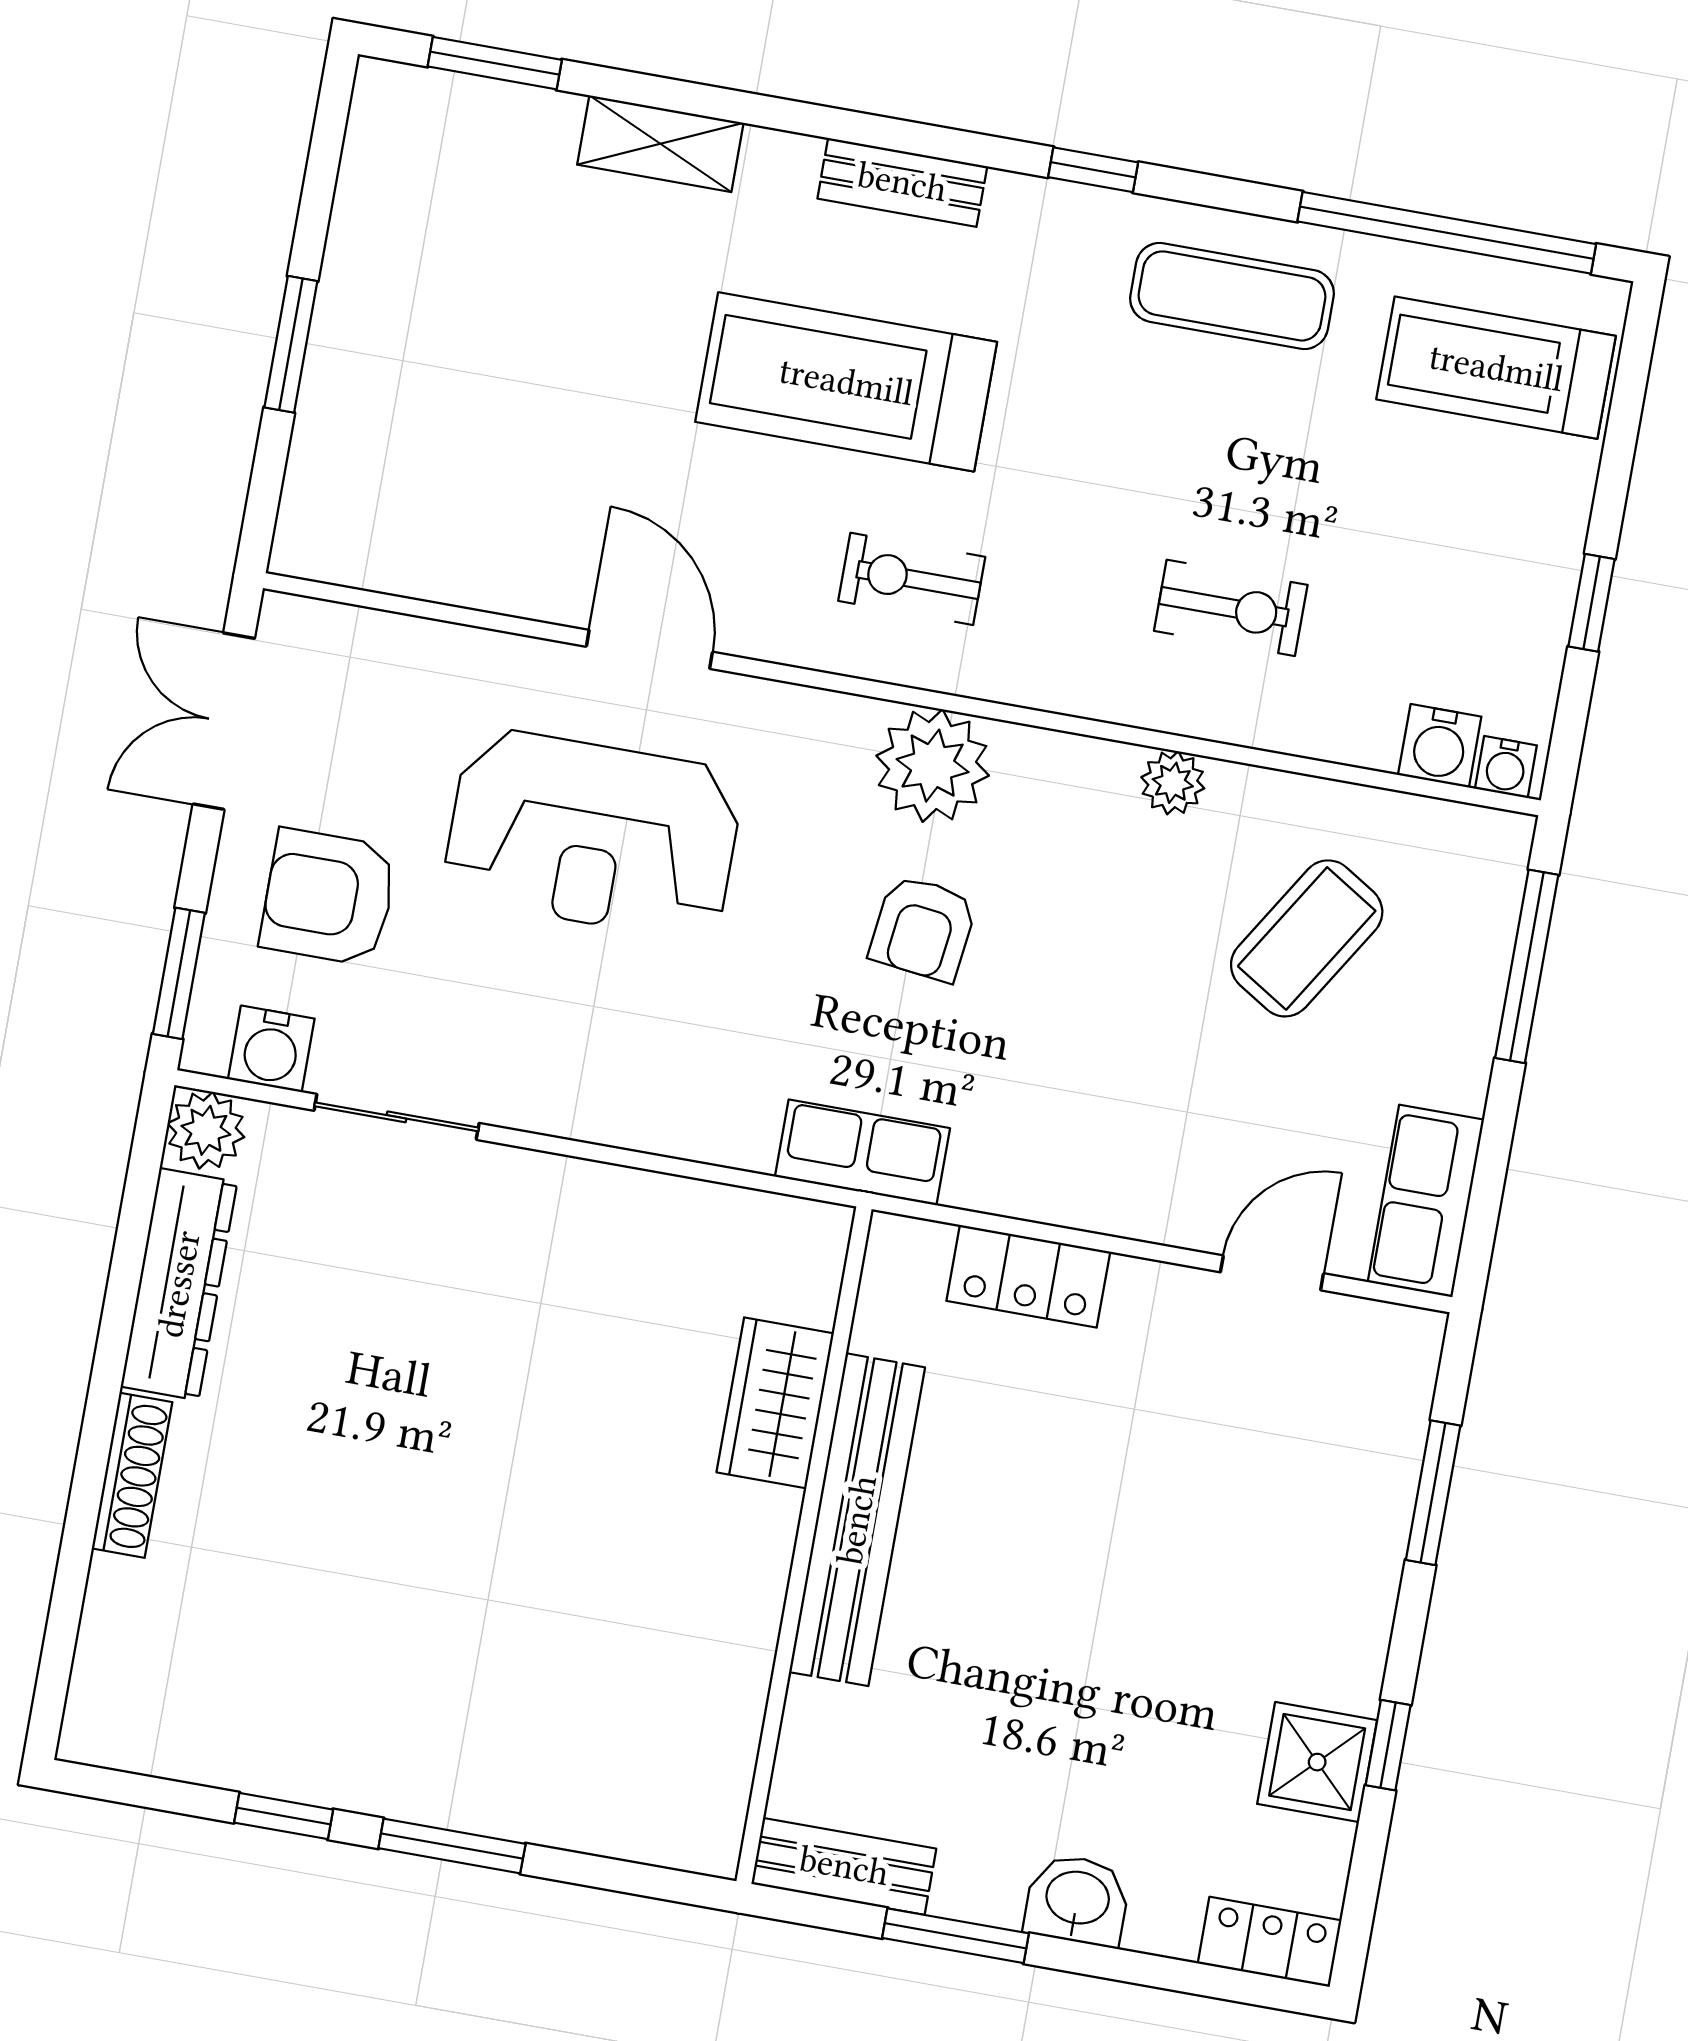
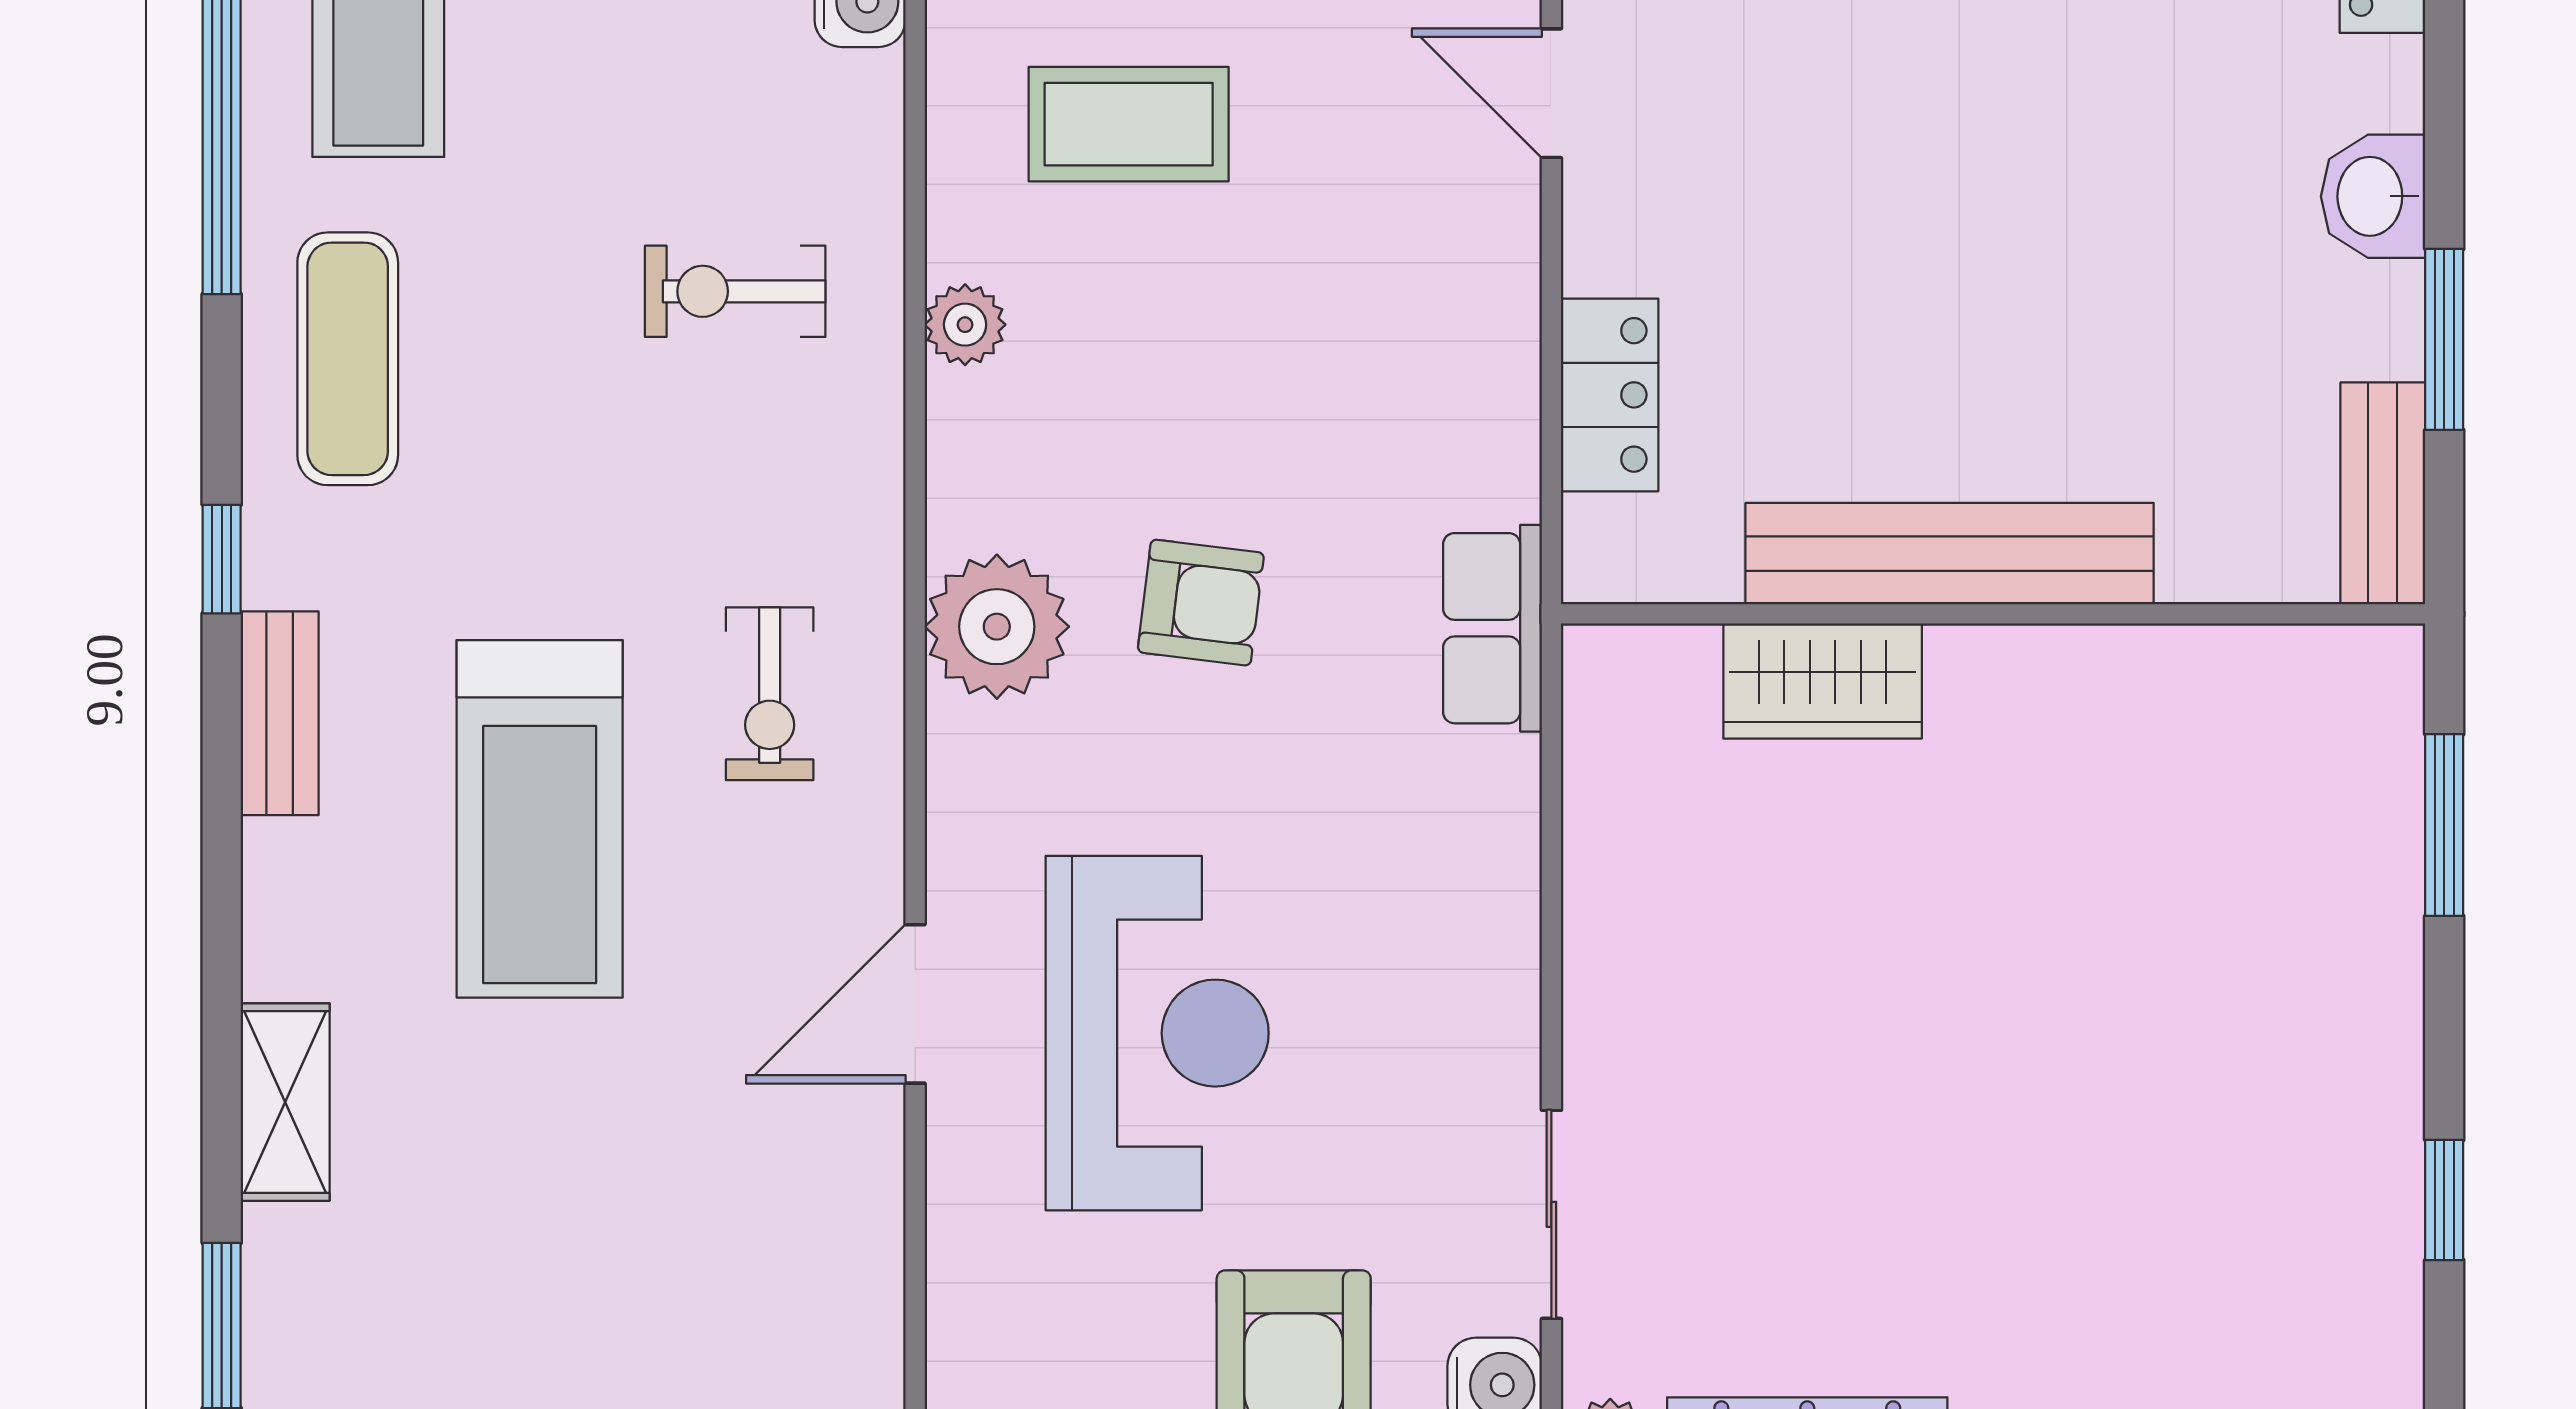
bench: (902, 182) -> (280, 713), moved
exercise bike: (1231, 608) -> (735, 291), turned -90
coffee table: (1307, 938) -> (1129, 124), turned -32
window: (452, 1846) -> (2444, 825), moved

